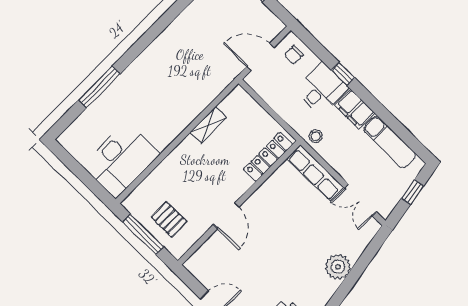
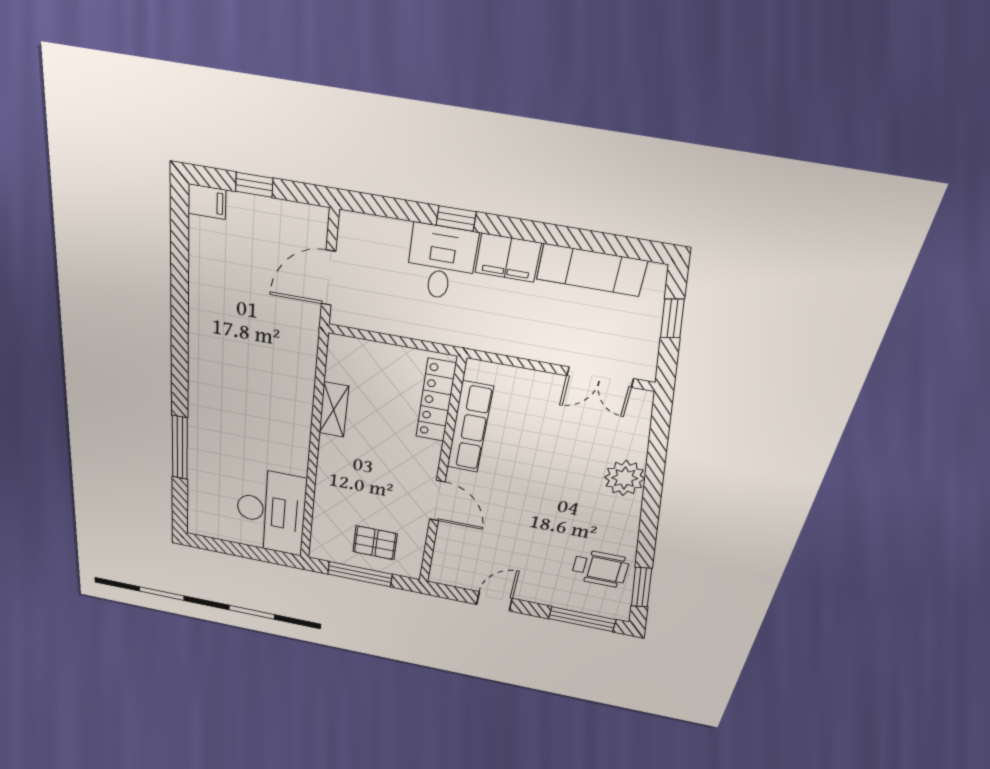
chair: (294, 55) -> (369, 242), removed
stool: (316, 136) -> (479, 333), removed
row of seats: (315, 173) -> (470, 427), moved, turned -90

